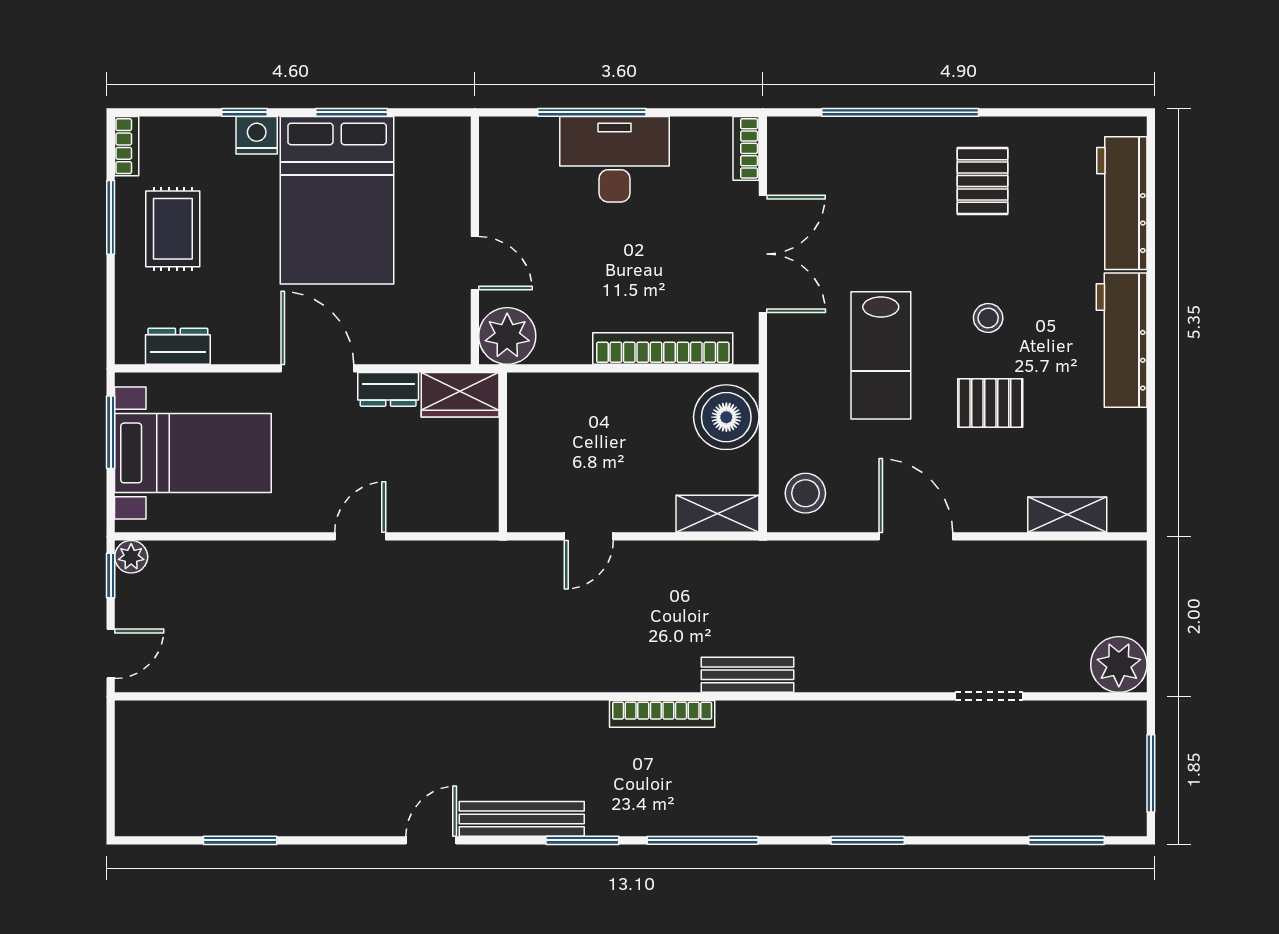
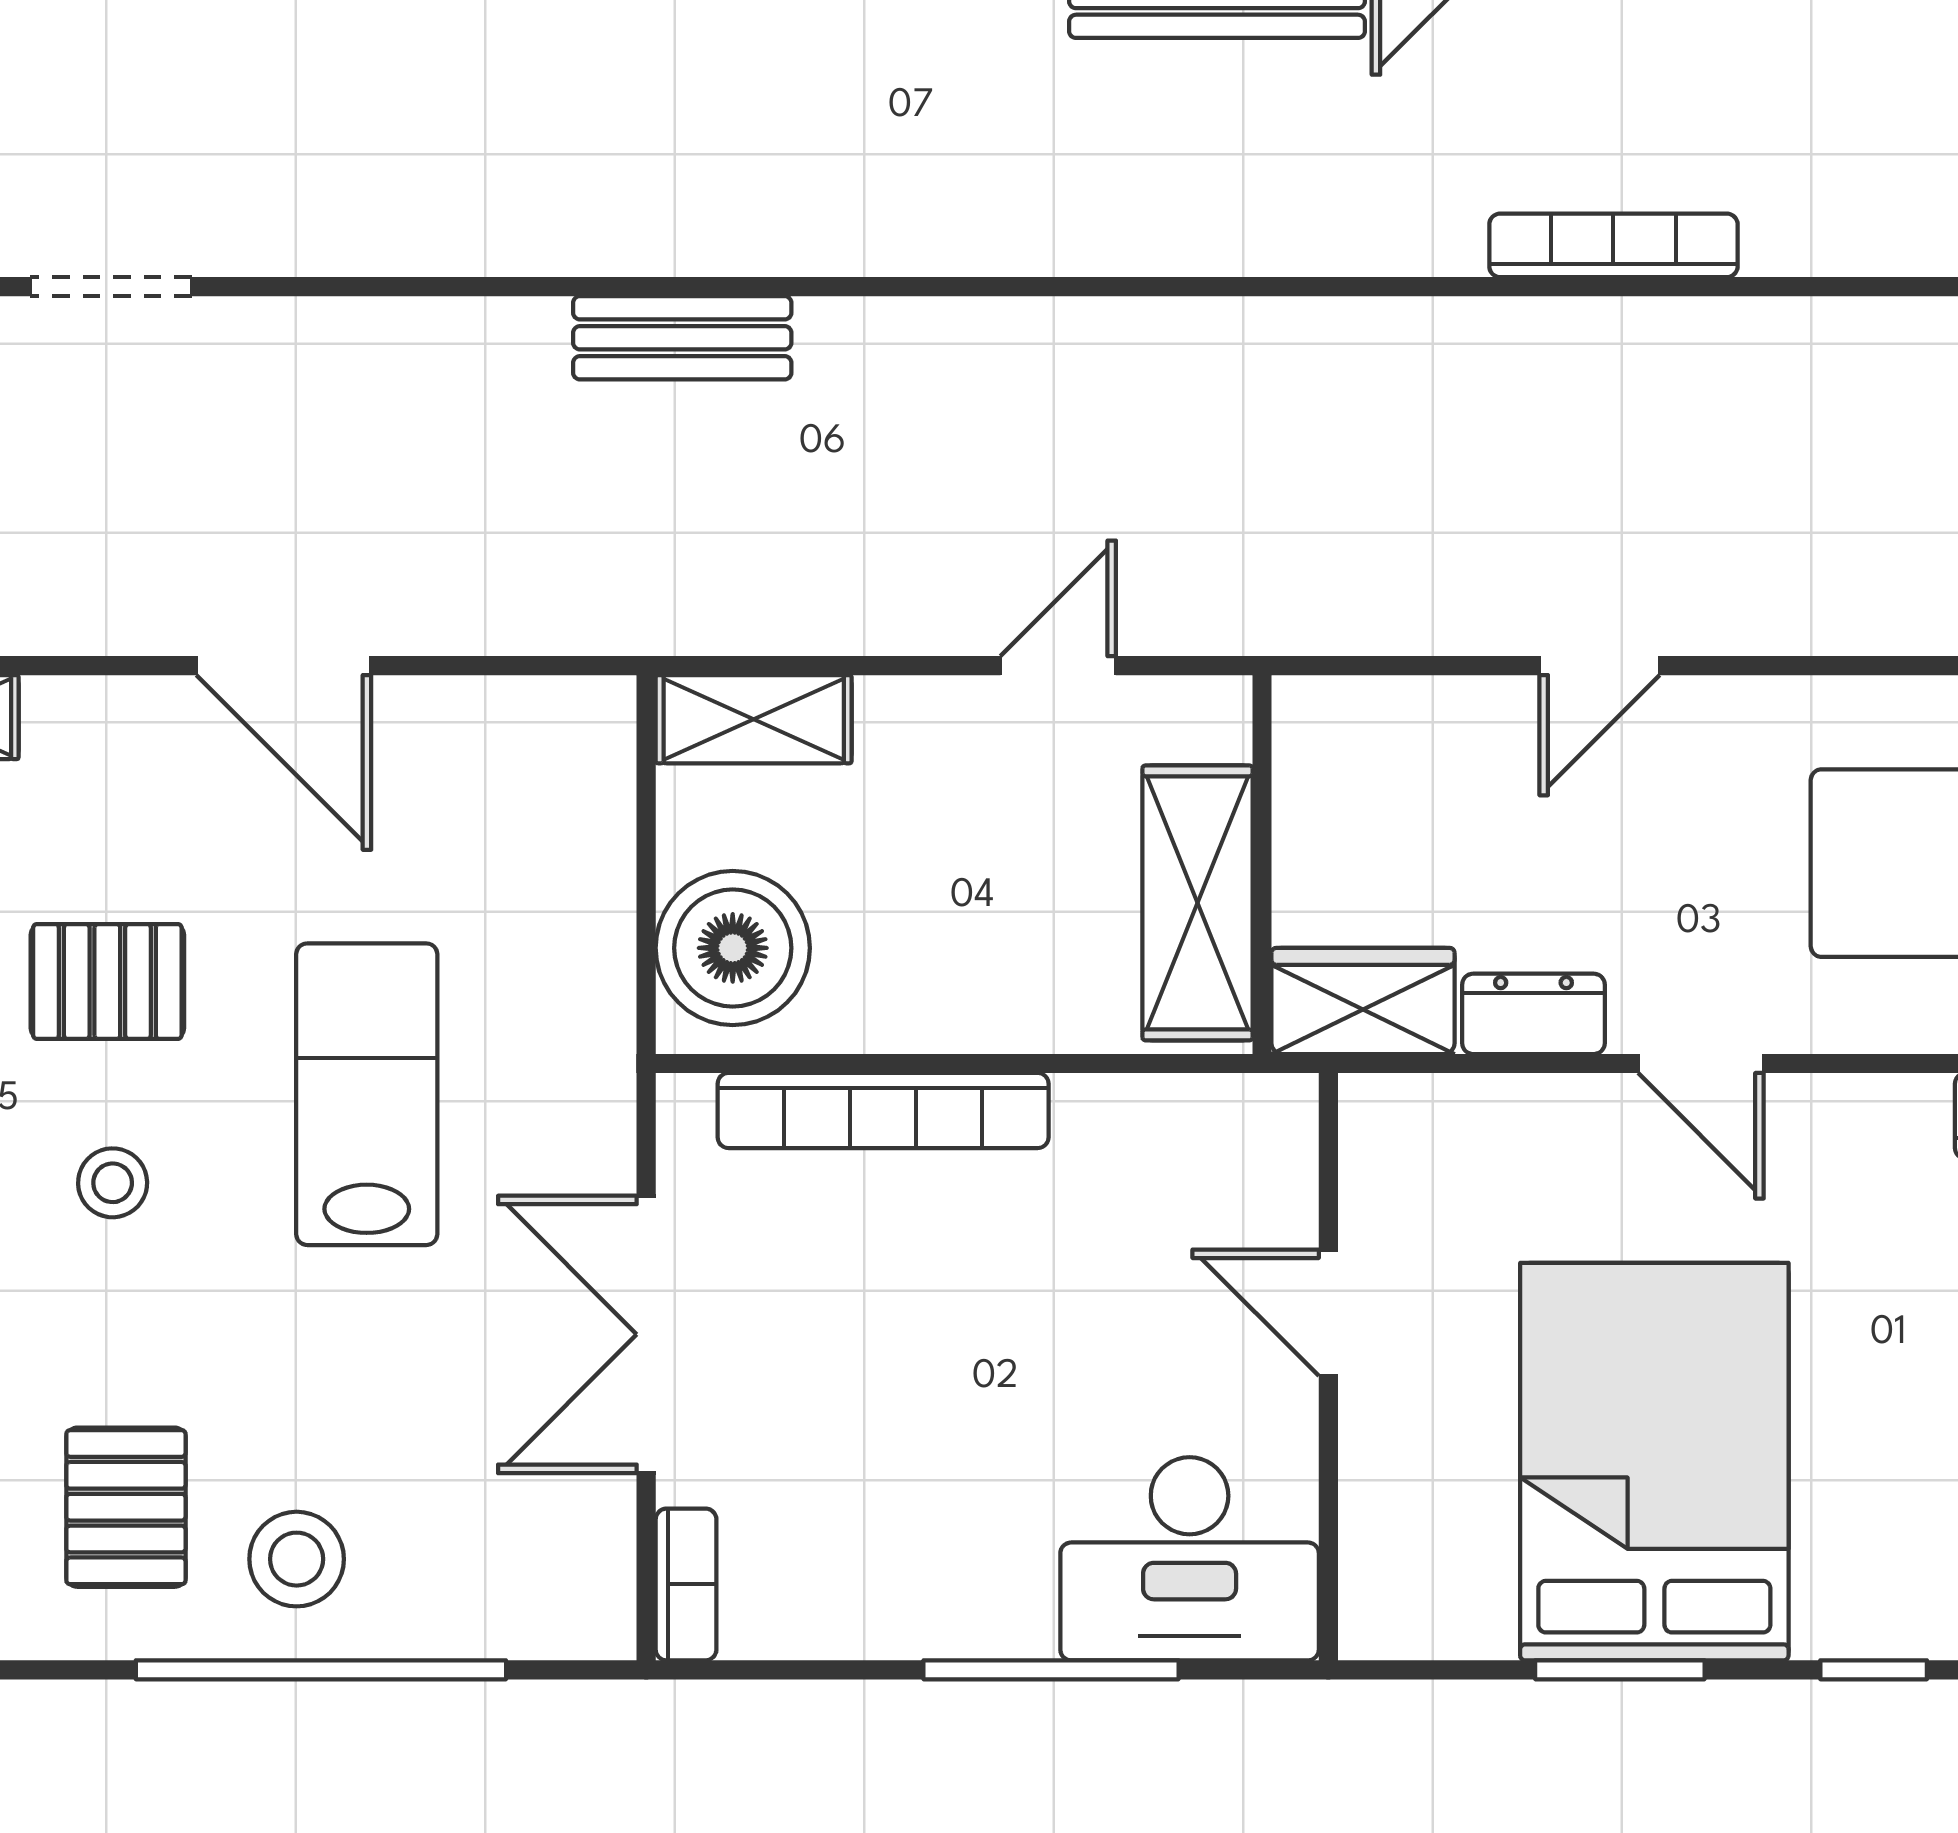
nightstand: (257, 135) -> (1845, 1616), removed
desk: (614, 159) -> (1190, 1559), moved
plant: (507, 336) -> (1251, 1140), removed
door: (317, 368) -> (1701, 1063), width x0.73
shelving: (530, 436) -> (1197, 903), added
stool: (805, 493) -> (297, 1559), moved
bookcase: (662, 714) -> (1613, 245), moved

